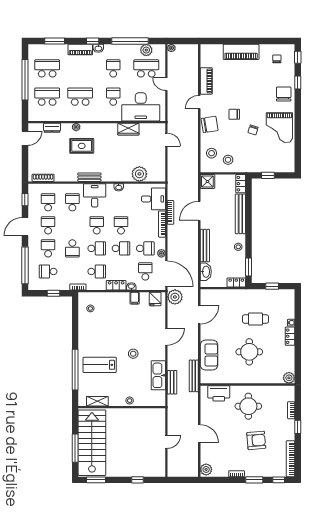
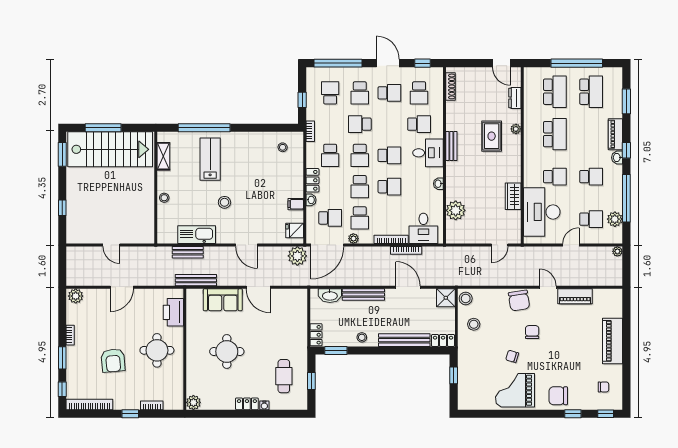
school desk: (146, 68) -> (591, 219), width x0.54
chair: (284, 94) -> (558, 396), turned 180
stool: (212, 153) -> (466, 298), moved
school desk: (48, 202) -> (419, 93), turned 90
school desk: (48, 248) -> (360, 93), turned 90
door: (199, 315) -> (258, 287), moved
cafe table: (255, 319) -> (284, 376), moved

